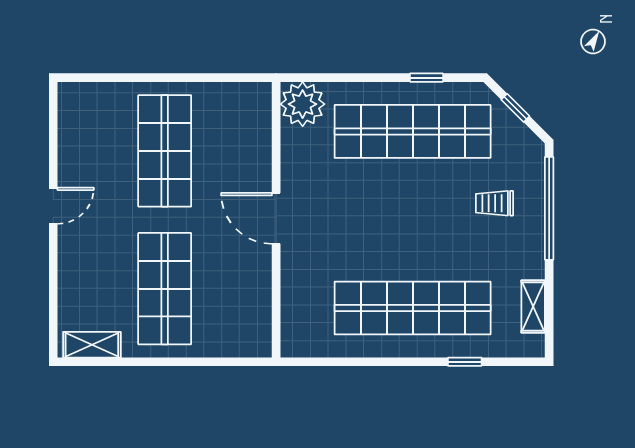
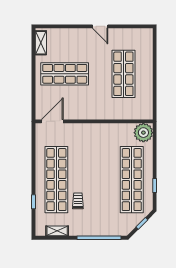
shop shelf: (165, 151) -> (123, 74), turned 90
trolley: (494, 203) -> (78, 201), moved
door: (276, 218) -> (52, 121), moved

